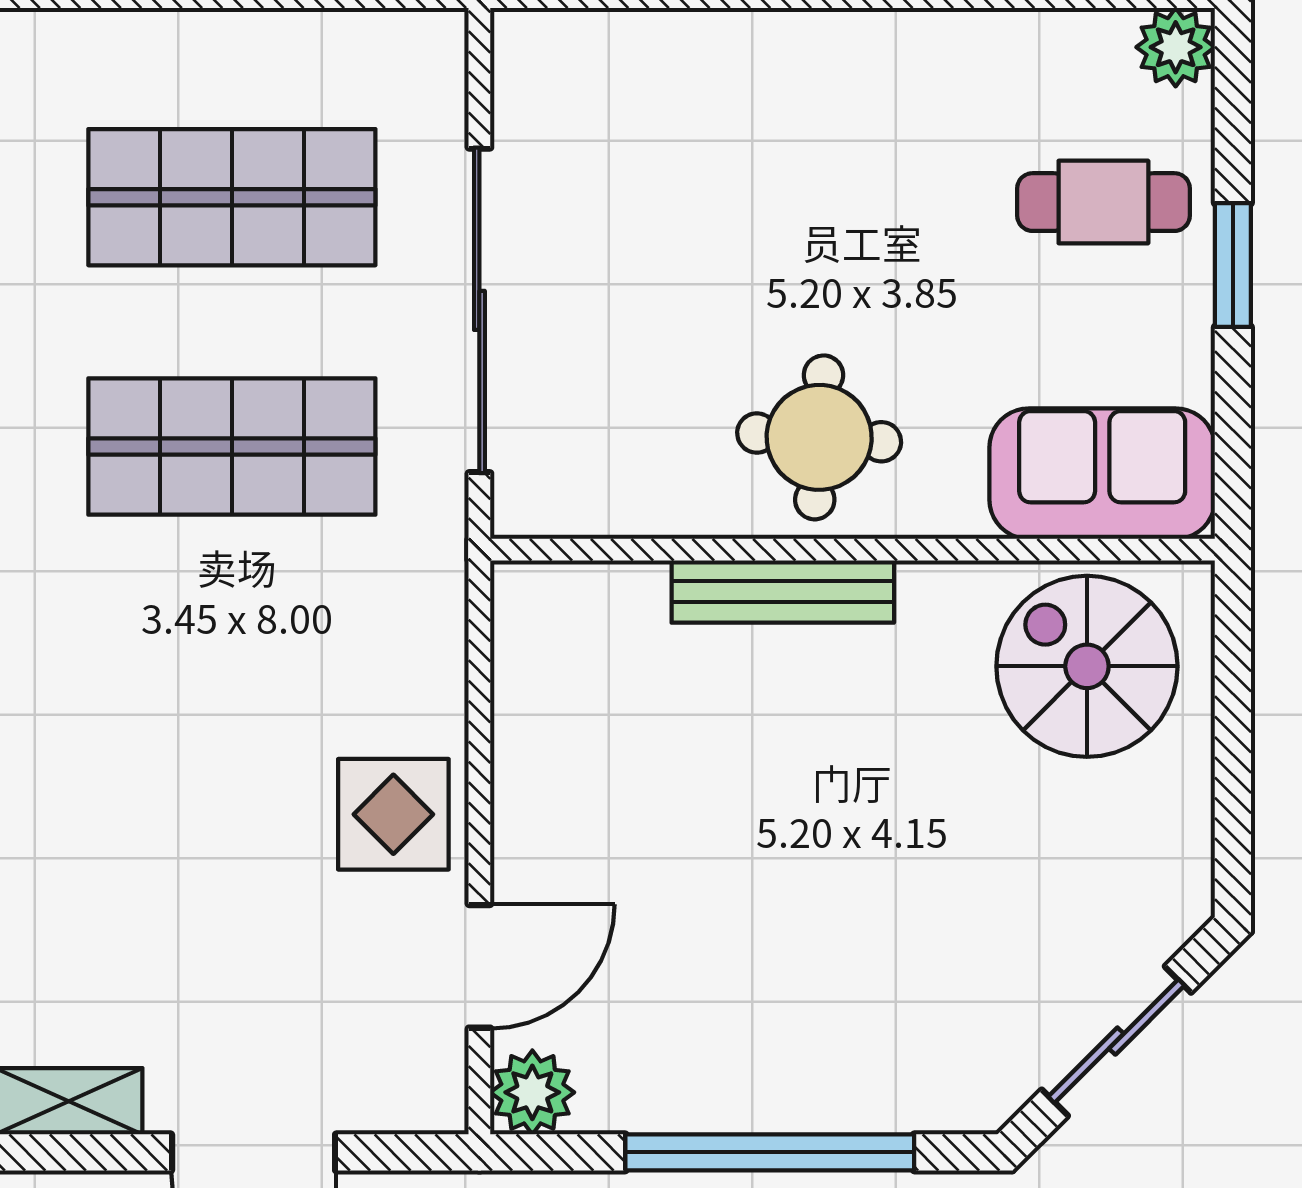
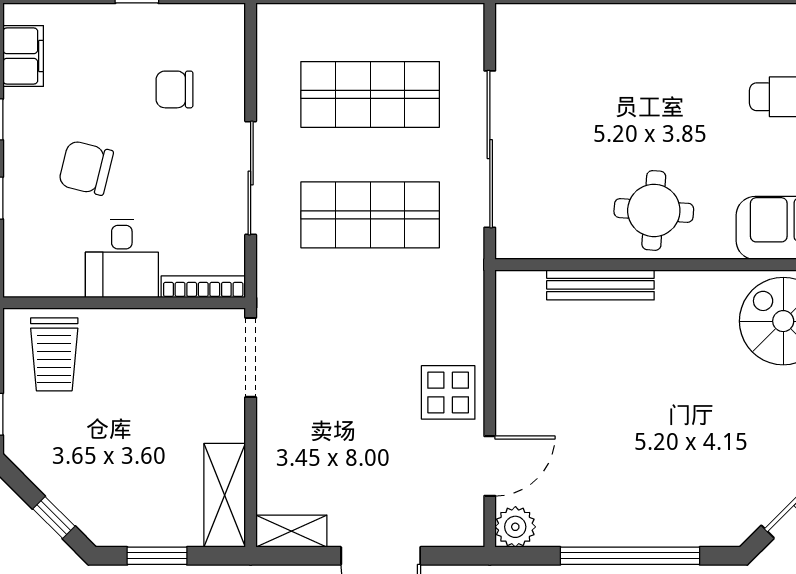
bench: (783, 592) -> (600, 285), moved

